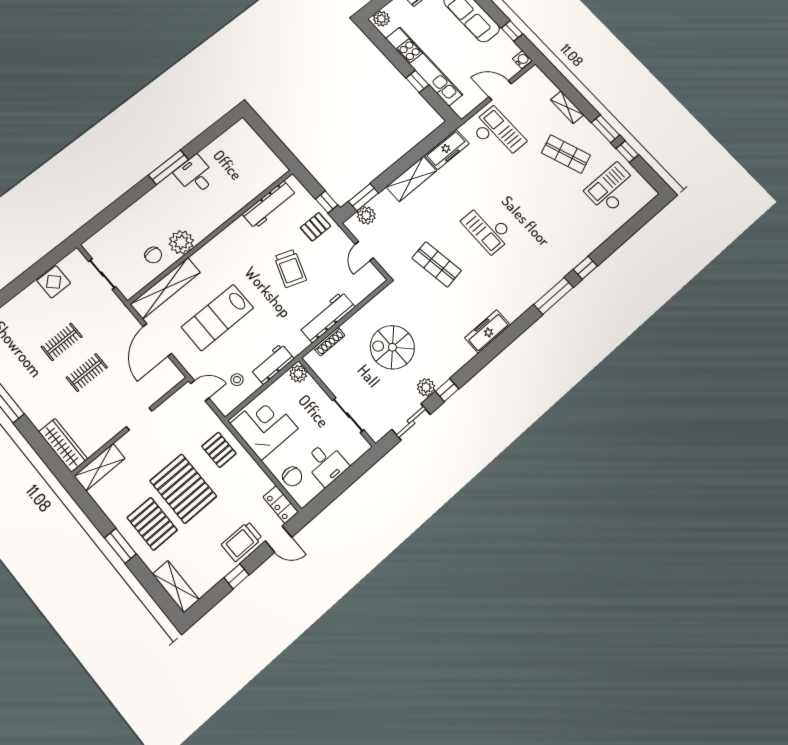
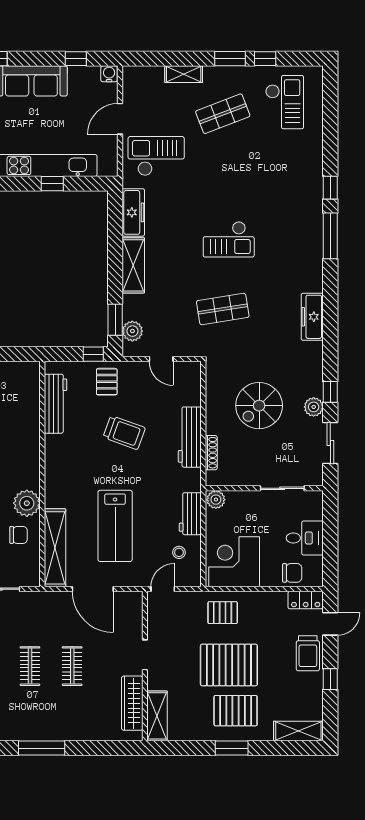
checkout: (612, 188) -> (285, 102), turned 180
wardrobe: (63, 445) -> (132, 703), moved, turned -90

